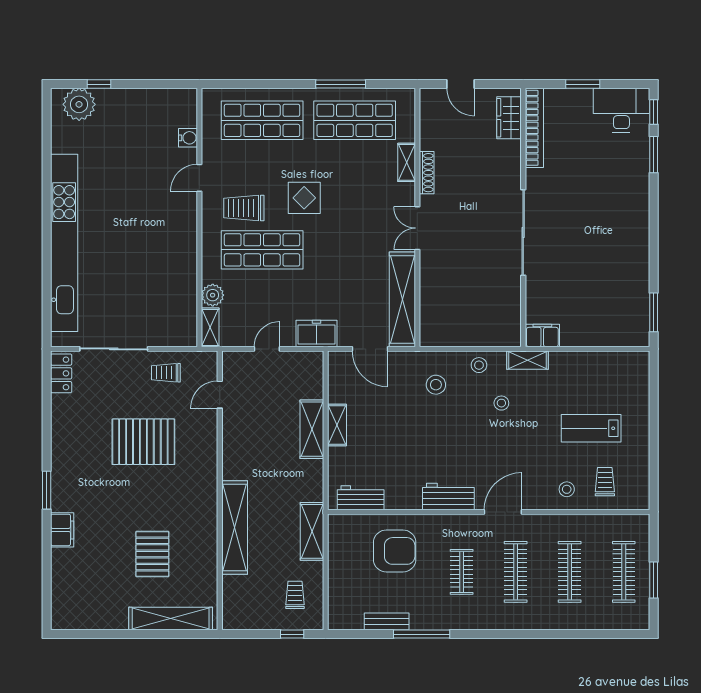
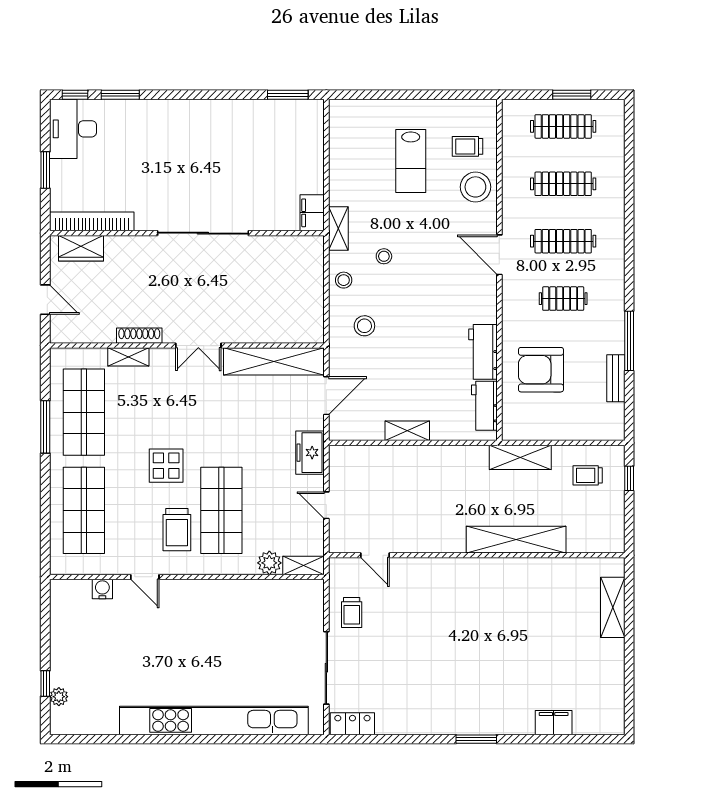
door: (461, 84) -> (45, 300), hinge flipped
plant: (79, 104) -> (59, 697), width x0.53, depth x0.53
shelving: (312, 429) -> (412, 457), removed
pallet: (143, 442) -> (425, 636), removed
stool: (567, 489) -> (475, 187), width x1.89, depth x1.89
workbench: (448, 496) -> (483, 352), moved
filing cabinet: (62, 530) -> (554, 723), moved
armchair: (395, 551) -> (541, 370), turned -90
pallet: (152, 554) -> (544, 627), removed
shelving: (171, 619) -> (613, 607), width x0.68

